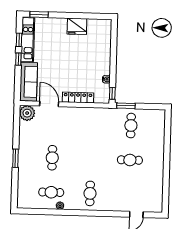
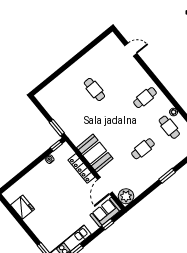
fridge: (77, 26) -> (22, 207), moved
window: (18, 59) -> (108, 224), moved
sofa: (29, 82) -> (106, 212), width x0.73
booth: (81, 118) -> (95, 153), added
cafe table: (131, 126) -> (68, 111), removed

